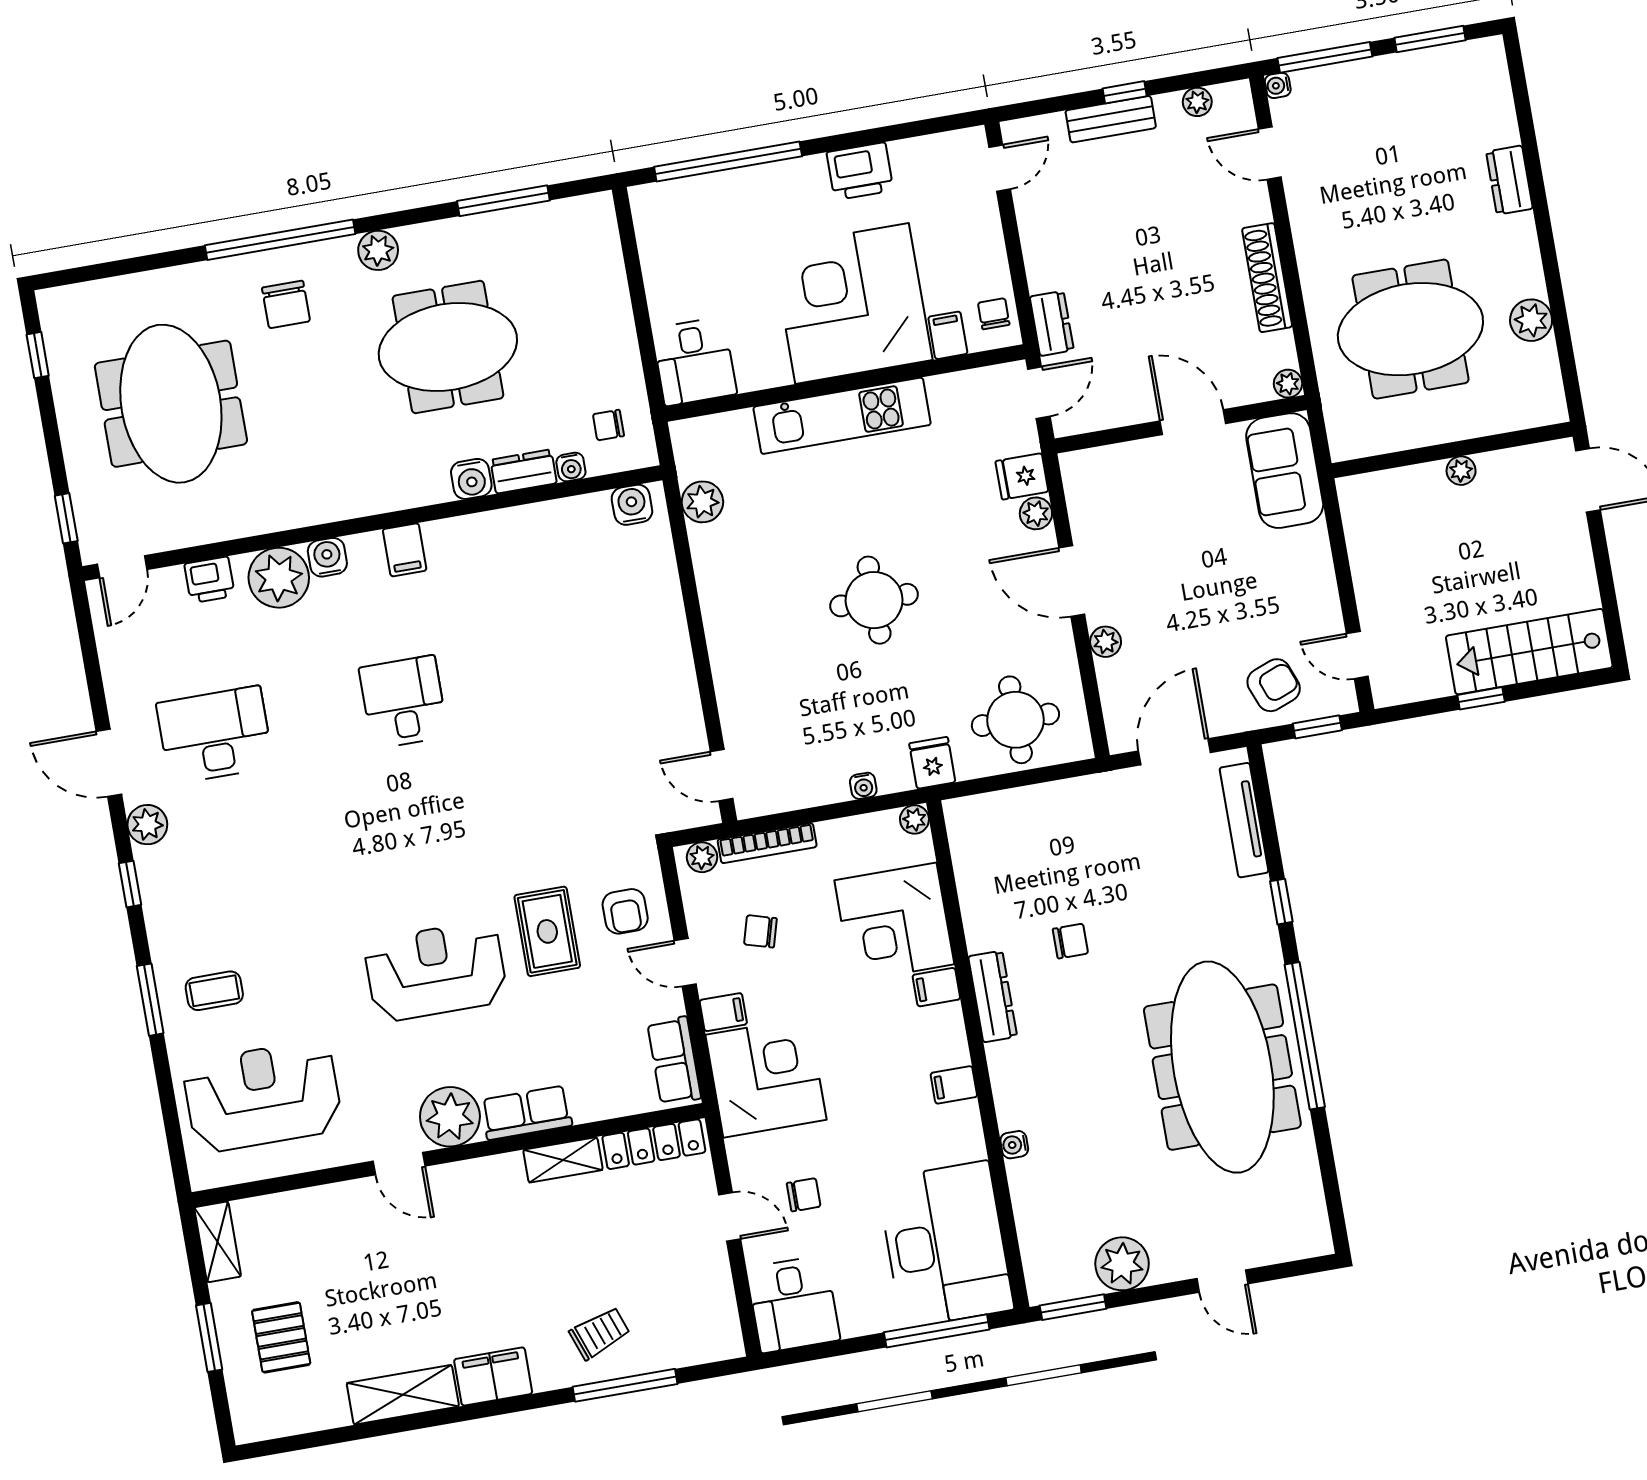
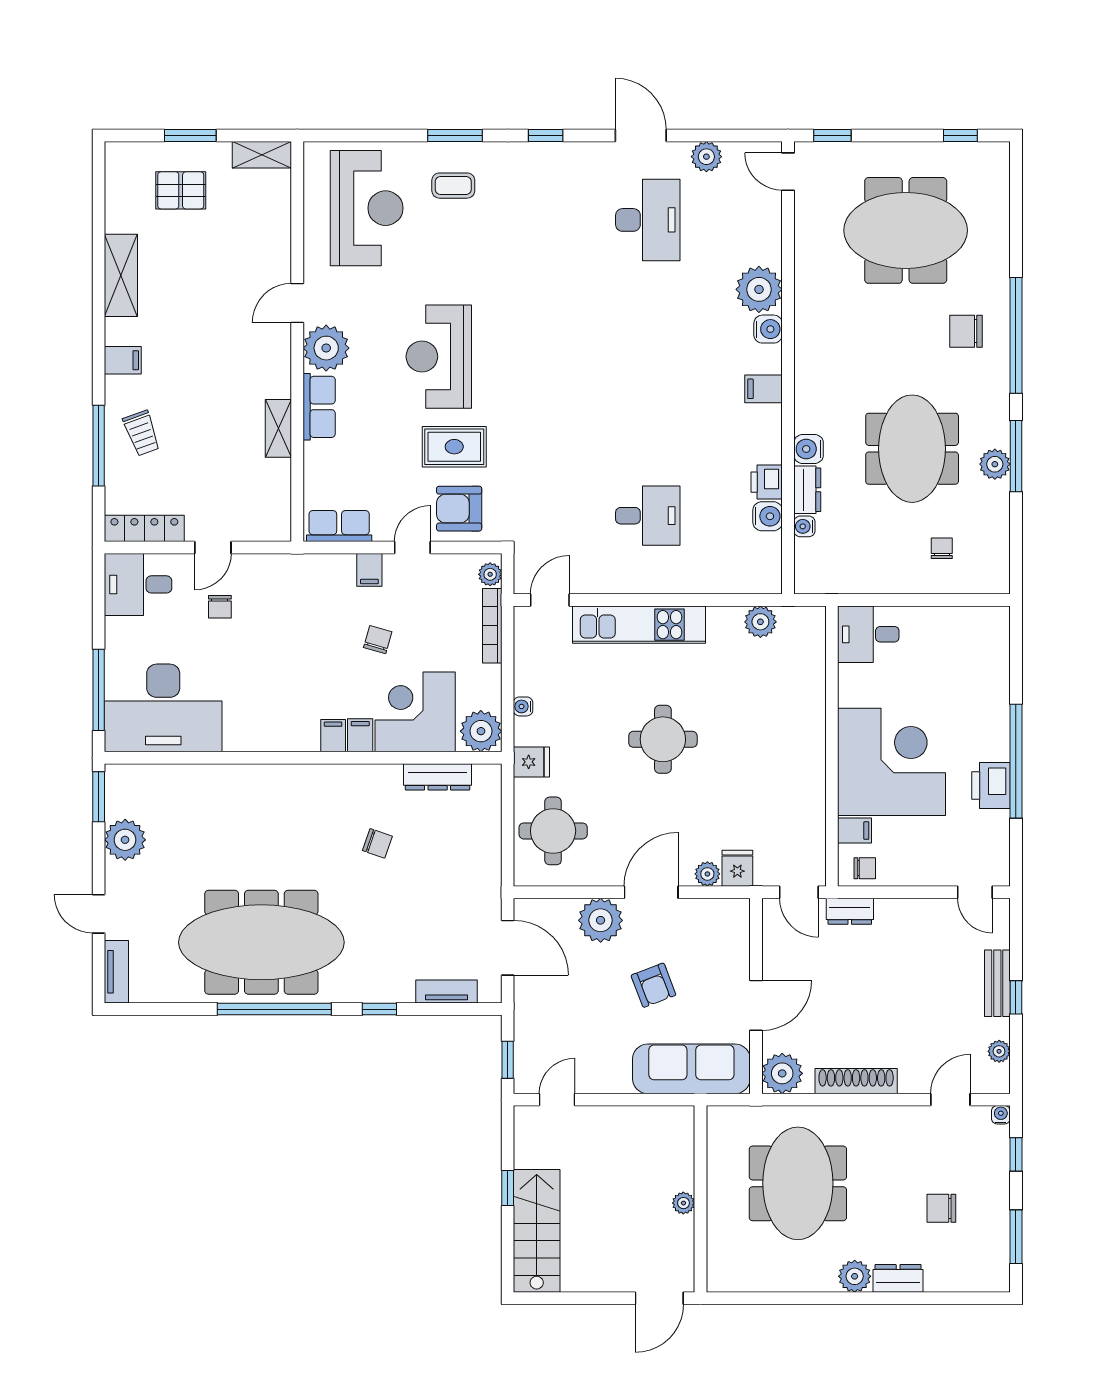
window: (1325, 57) -> (1016, 1154), width x0.46
chair: (1410, 141) -> (941, 1208), added
window: (728, 162) -> (1016, 761), moved
window: (503, 201) -> (1016, 456), moved
plant: (378, 250) -> (995, 464), moved
plant: (1531, 320) -> (855, 1276), moved
plant: (1288, 384) -> (782, 1073), width x1.88, depth x1.88
kitchen unit: (842, 416) -> (639, 625), moved, turned -90
chair: (608, 425) -> (942, 548), moved
sofa: (1285, 471) -> (691, 1069), width x1.36
water cooler: (632, 505) -> (768, 516), moved
printer: (210, 580) -> (767, 482), moved
plant: (1106, 642) -> (601, 920), width x1.87, depth x1.87
armchair: (1274, 685) -> (653, 985), moved
desk: (404, 702) -> (648, 516), moved
door: (109, 763) -> (641, 136), hinge flipped
plant: (914, 819) -> (481, 731), width x1.88, depth x1.88
tv unit: (1244, 820) -> (446, 992), width x0.71
plant: (147, 825) -> (706, 157), moved
armchair: (625, 911) -> (459, 509), width x1.38, depth x1.38
chair: (760, 931) -> (378, 640), moved
chair: (1070, 941) -> (377, 843), turned -71
reception desk: (436, 971) -> (439, 357), turned 180
coffee table: (214, 991) -> (453, 186), turned 90
dresser: (993, 996) -> (438, 777), moved
corner desk: (766, 1077) -> (314, 594), removed
filing cabinet: (954, 1085) -> (333, 736), moved
locker: (654, 1144) -> (144, 528), moved, turned 90
water cooler: (1014, 1145) -> (230, 774), removed
tv unit: (1292, 1245) -> (116, 972), added
door: (1222, 1281) -> (99, 914), hinge flipped
filing cabinet: (493, 1376) -> (123, 360), width x0.50

